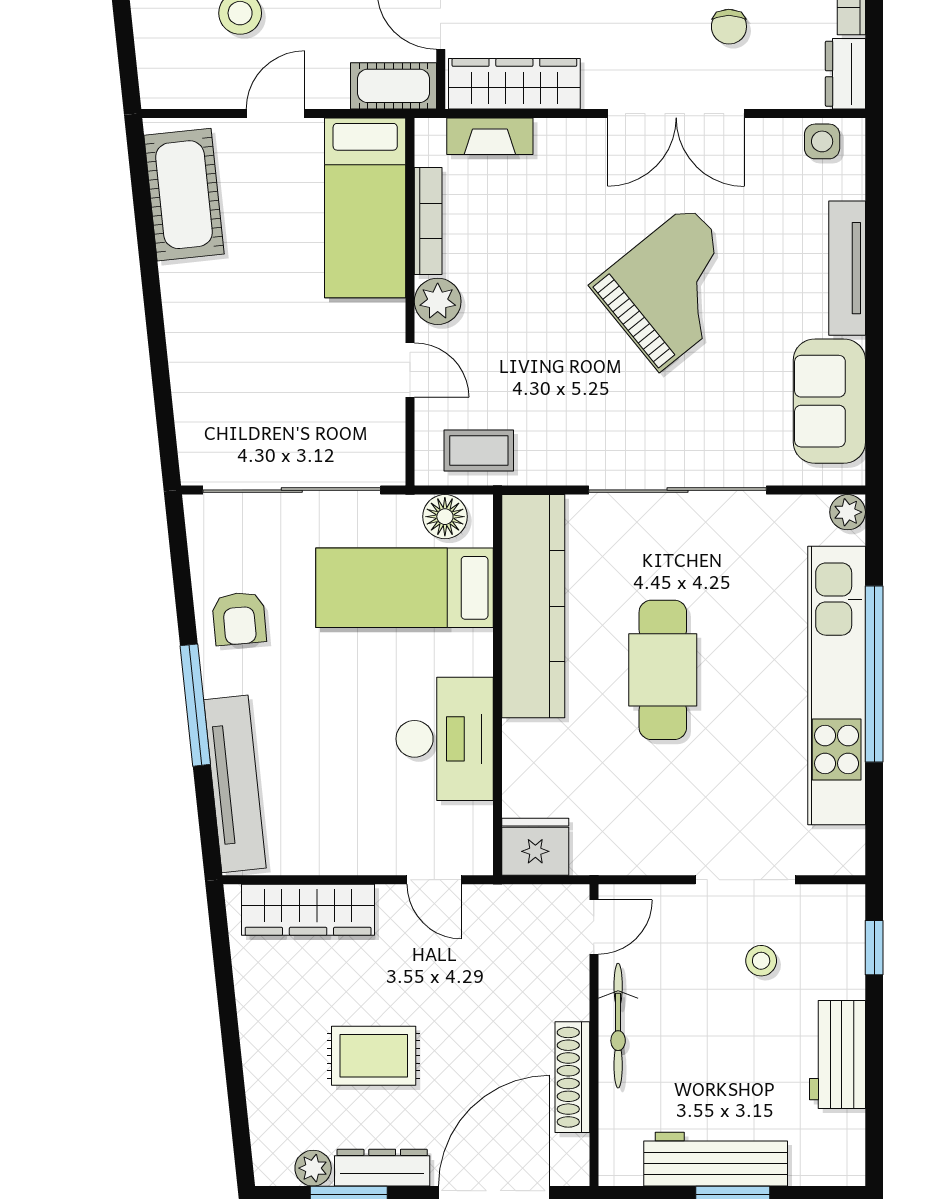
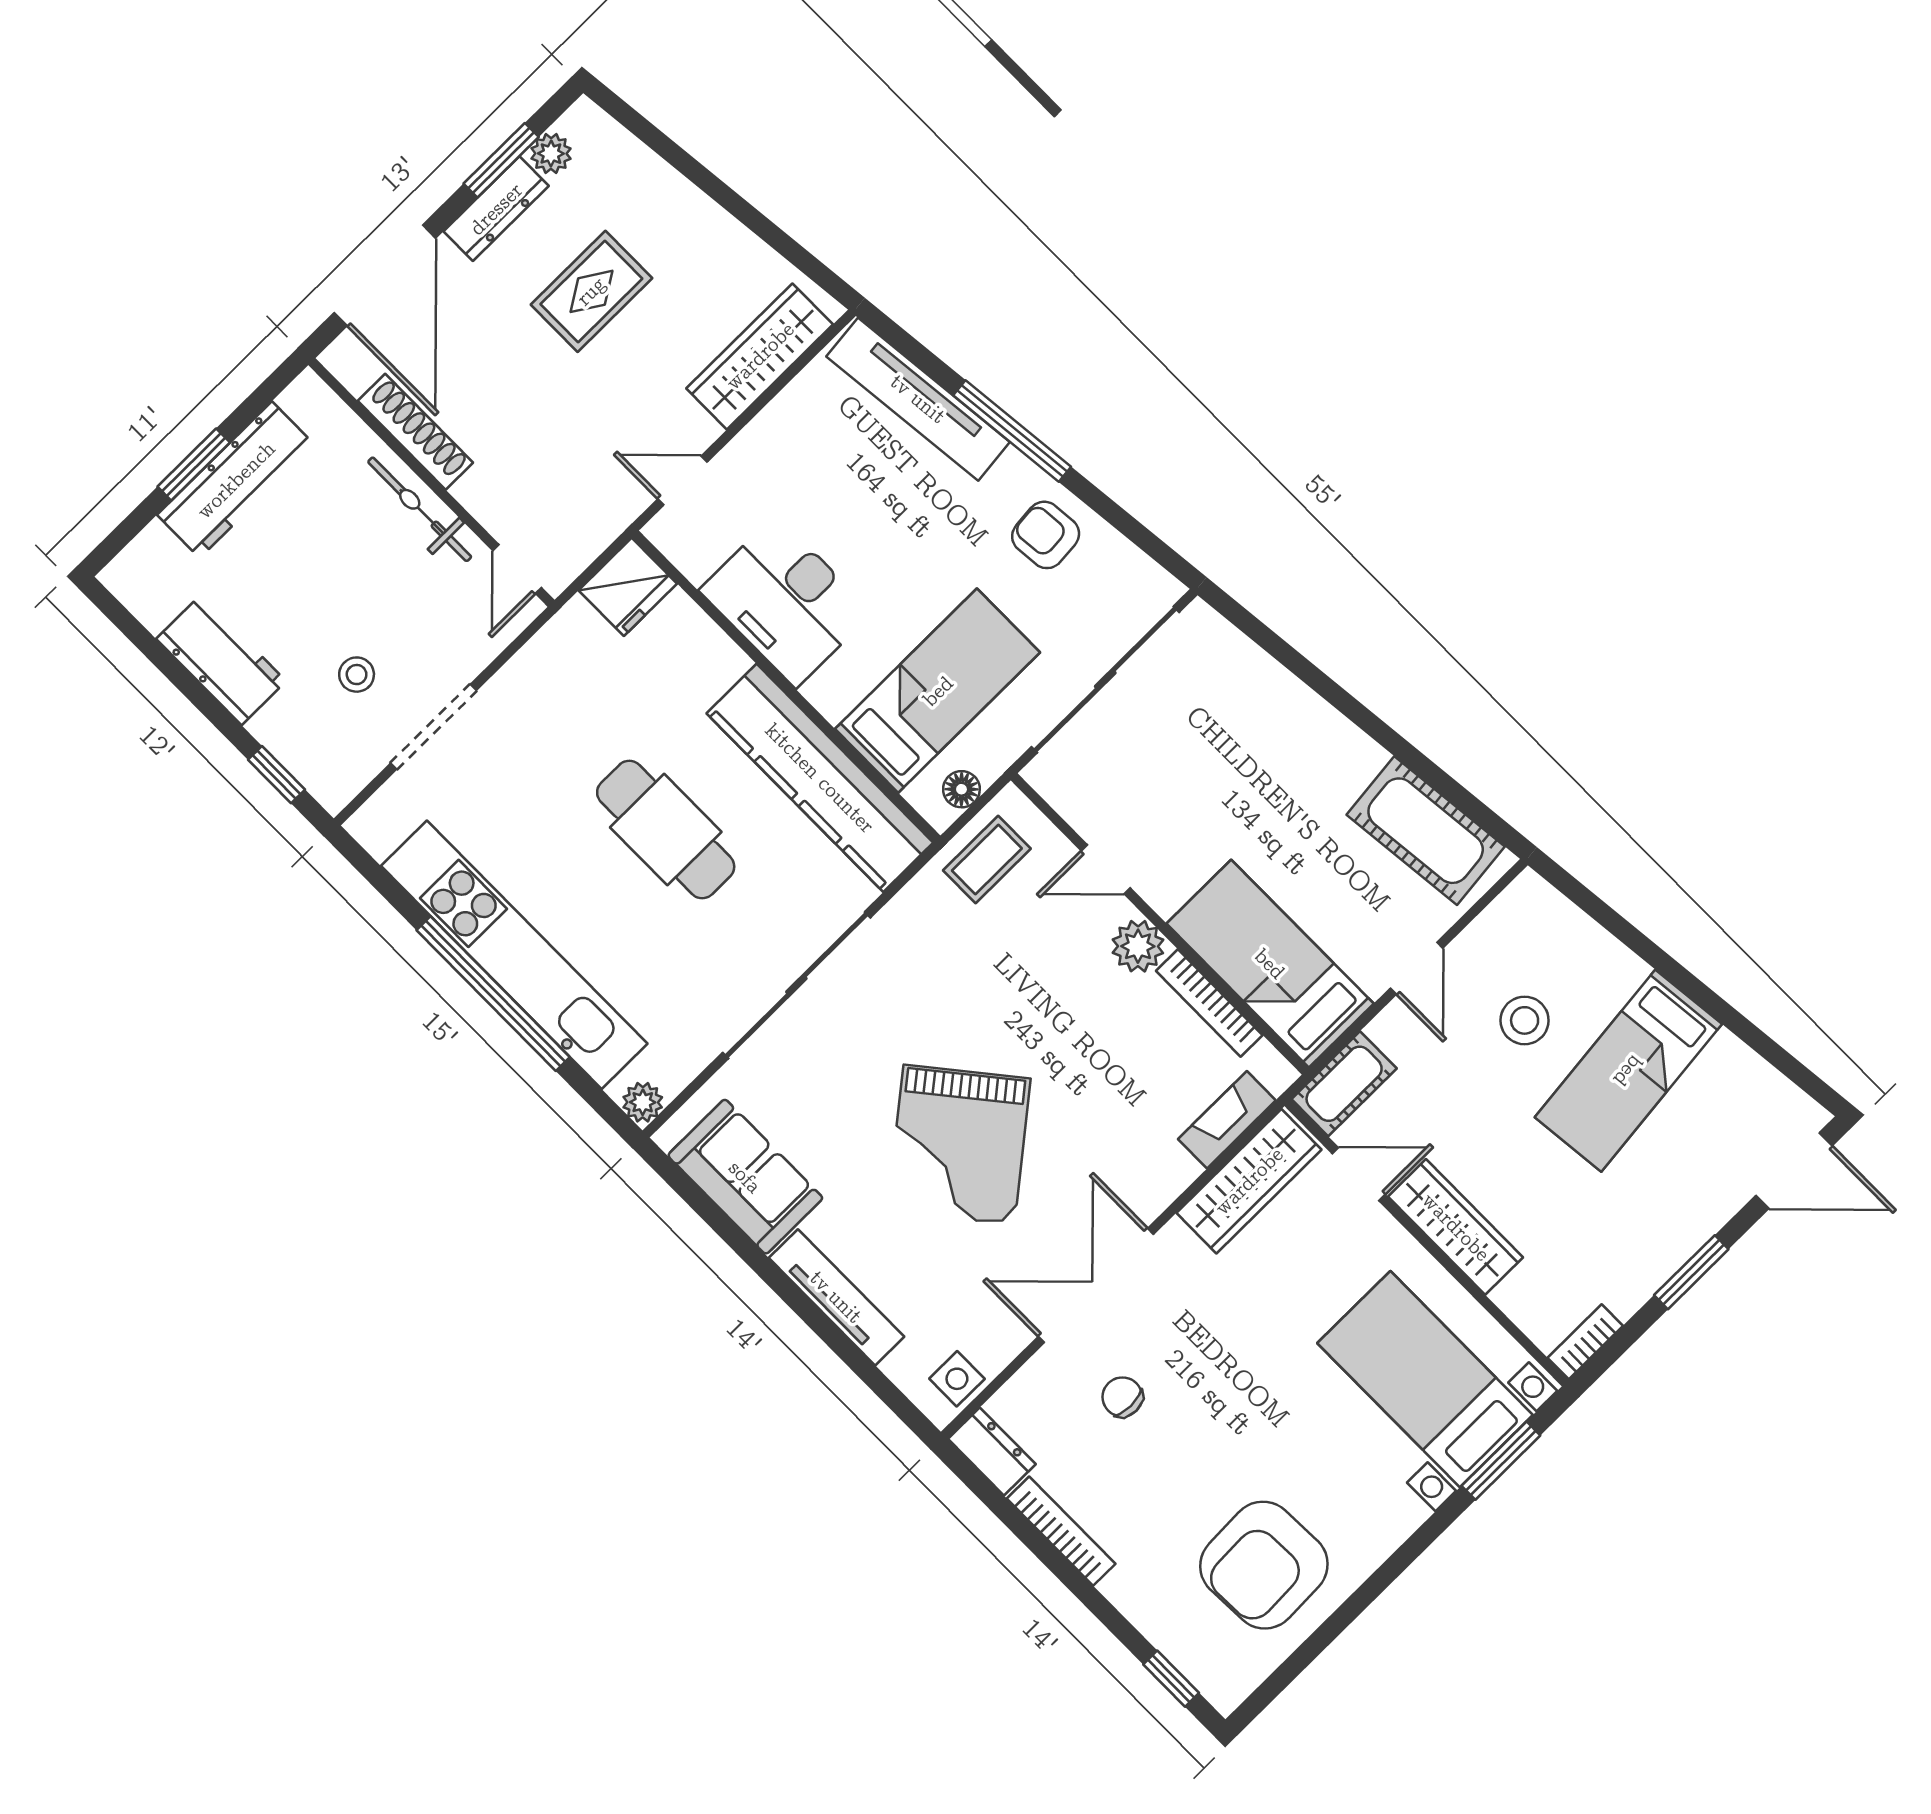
floor lamp: (445, 517) -> (961, 789), width x0.73, depth x0.73

